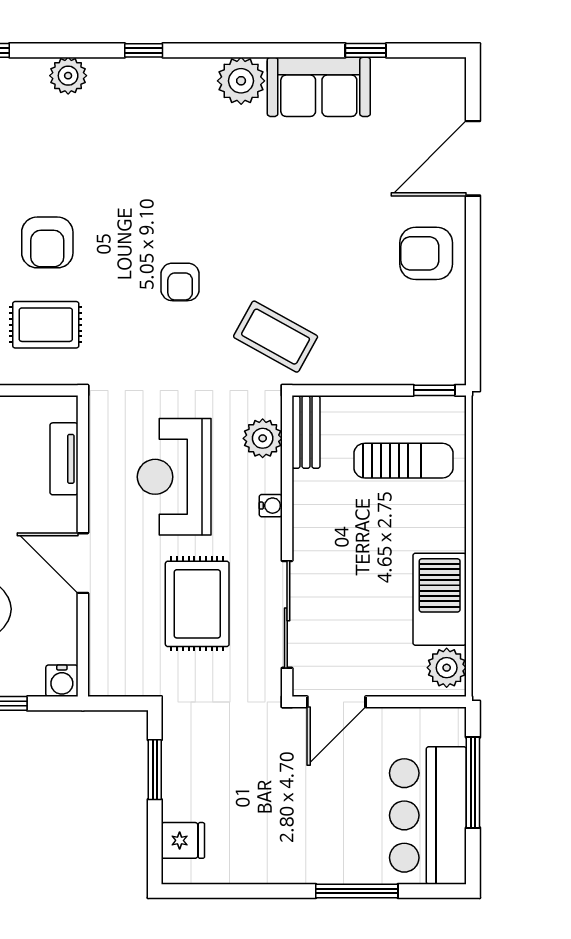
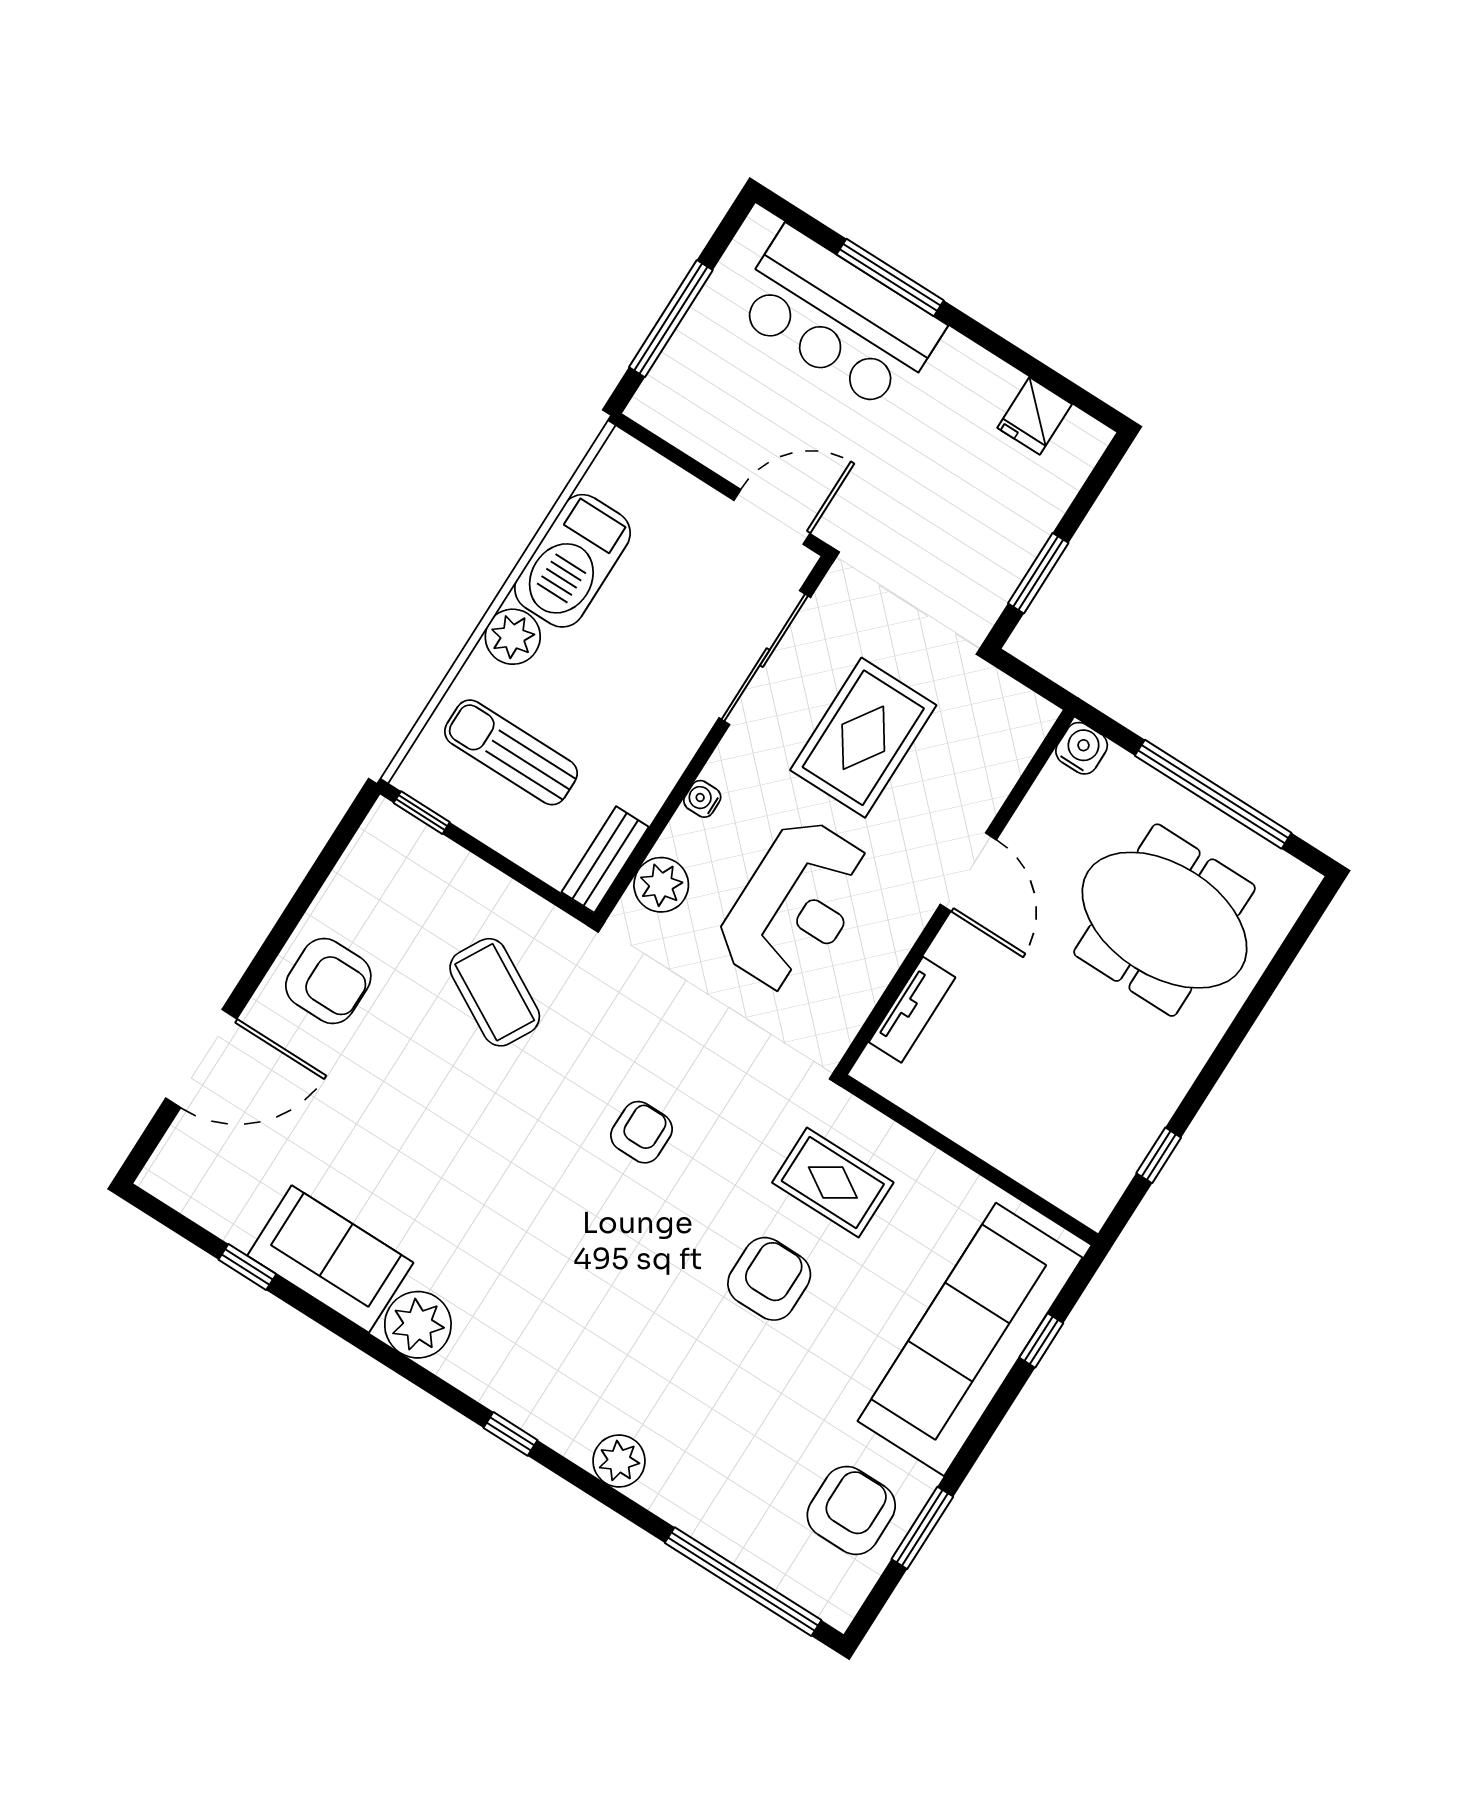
coffee table: (276, 337) -> (495, 992), moved
plant: (447, 668) -> (513, 637), moved
bar counter: (428, 815) -> (838, 319), moved, turned 90
fridge: (183, 840) -> (1035, 416), moved, turned -90

